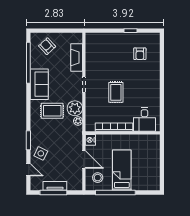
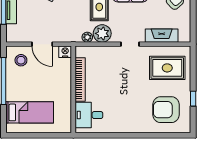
armchair: (140, 54) -> (166, 110), width x1.88, depth x1.88
rug: (116, 92) -> (167, 68), moved, width x1.36, depth x1.43
door: (84, 160) -> (42, 44), hinge flipped
bed: (122, 170) -> (30, 112), moved

